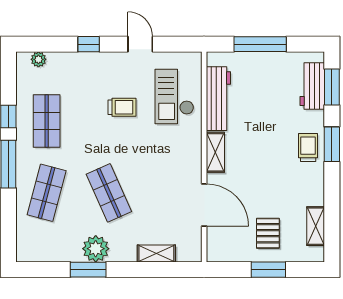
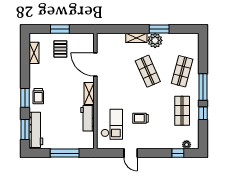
window: (89, 44) -> (178, 153), moved
workbench: (312, 86) -> (36, 130), width x1.38
workbench: (218, 99) -> (88, 118), width x0.73
shelving: (156, 254) -> (136, 38), moved

